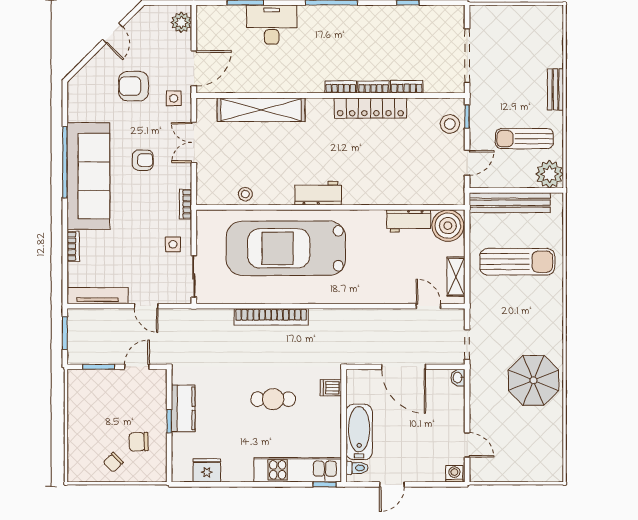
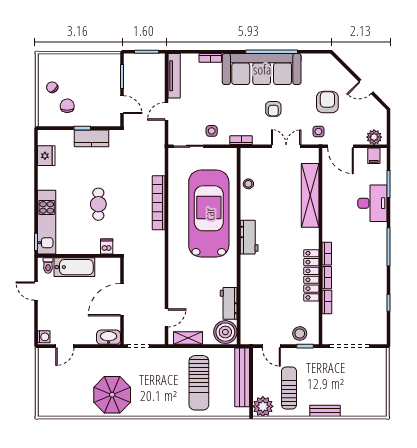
filing cabinet: (207, 23) -> (374, 156), added
washbasin: (458, 378) -> (109, 337), width x1.91, depth x1.45

